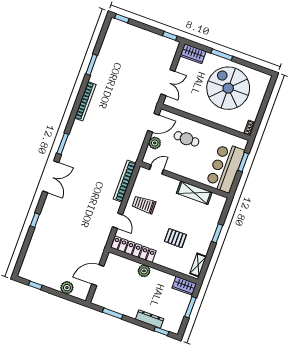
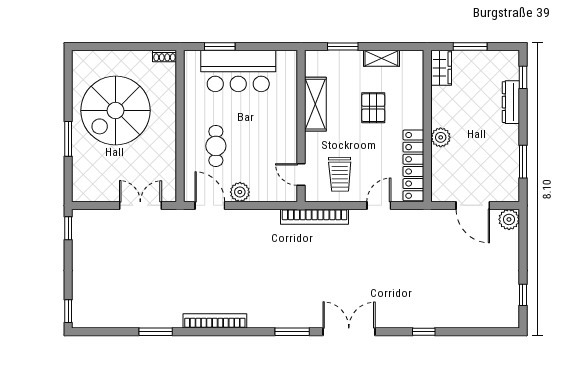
wardrobe: (193, 54) -> (83, 183), removed
door: (157, 170) -> (301, 174), moved
wall: (185, 180) -> (301, 126), moved
shelving: (194, 193) -> (315, 104), moved
shelving: (198, 265) -> (381, 58), moved
plant: (67, 288) -> (509, 219), moved

